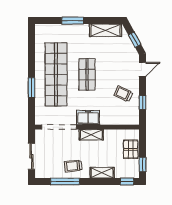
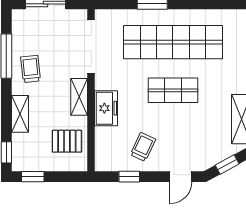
door: (143, 69) -> (181, 177), hinge flipped
freezer: (88, 117) -> (106, 108), moved
pallet: (131, 149) -> (67, 141), moved

